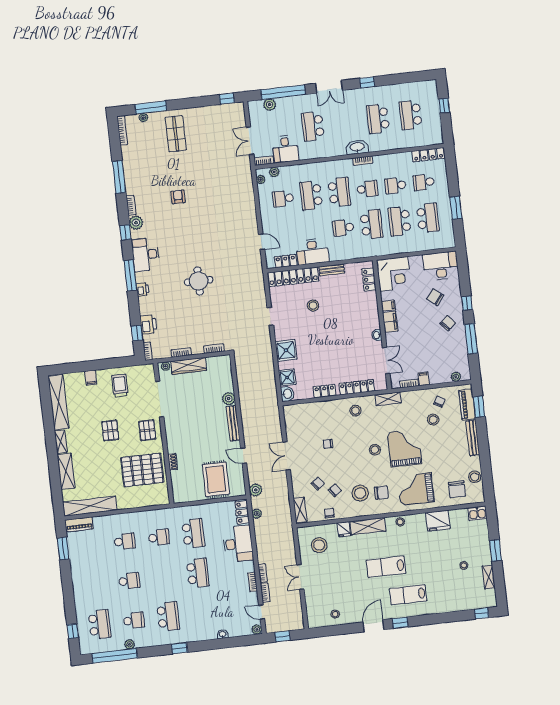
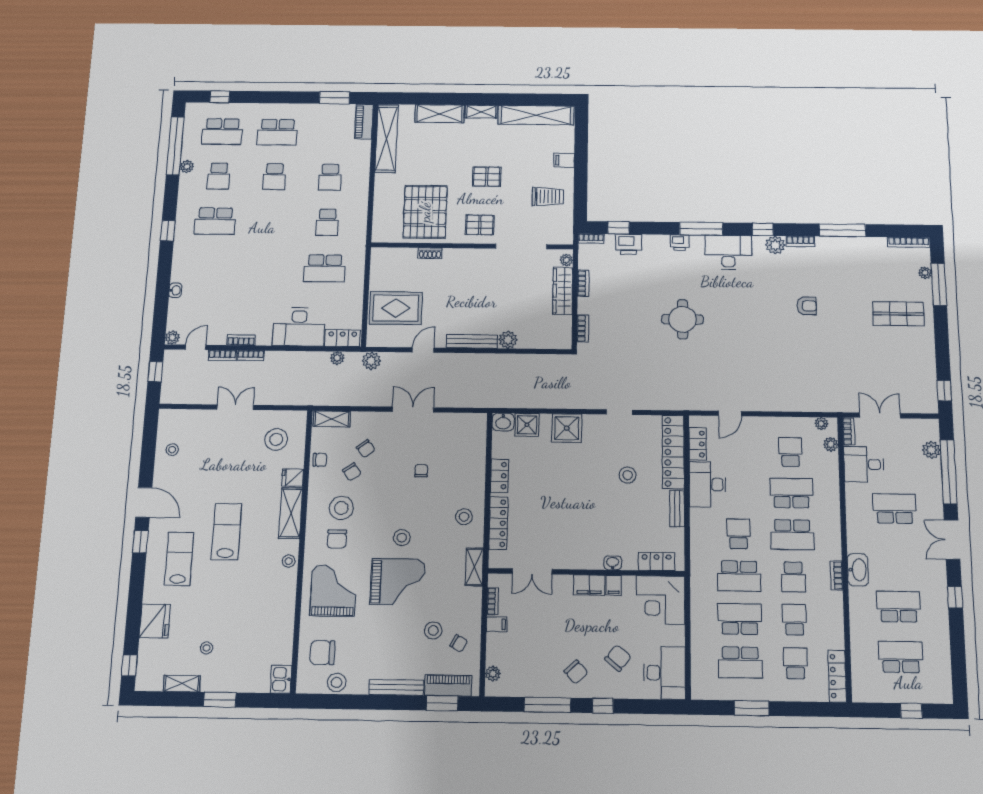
washbasin: (377, 335) -> (613, 563), moved
fridge: (438, 521) -> (155, 621), moved, turned 180
school desk: (198, 573) -> (277, 132), moved

